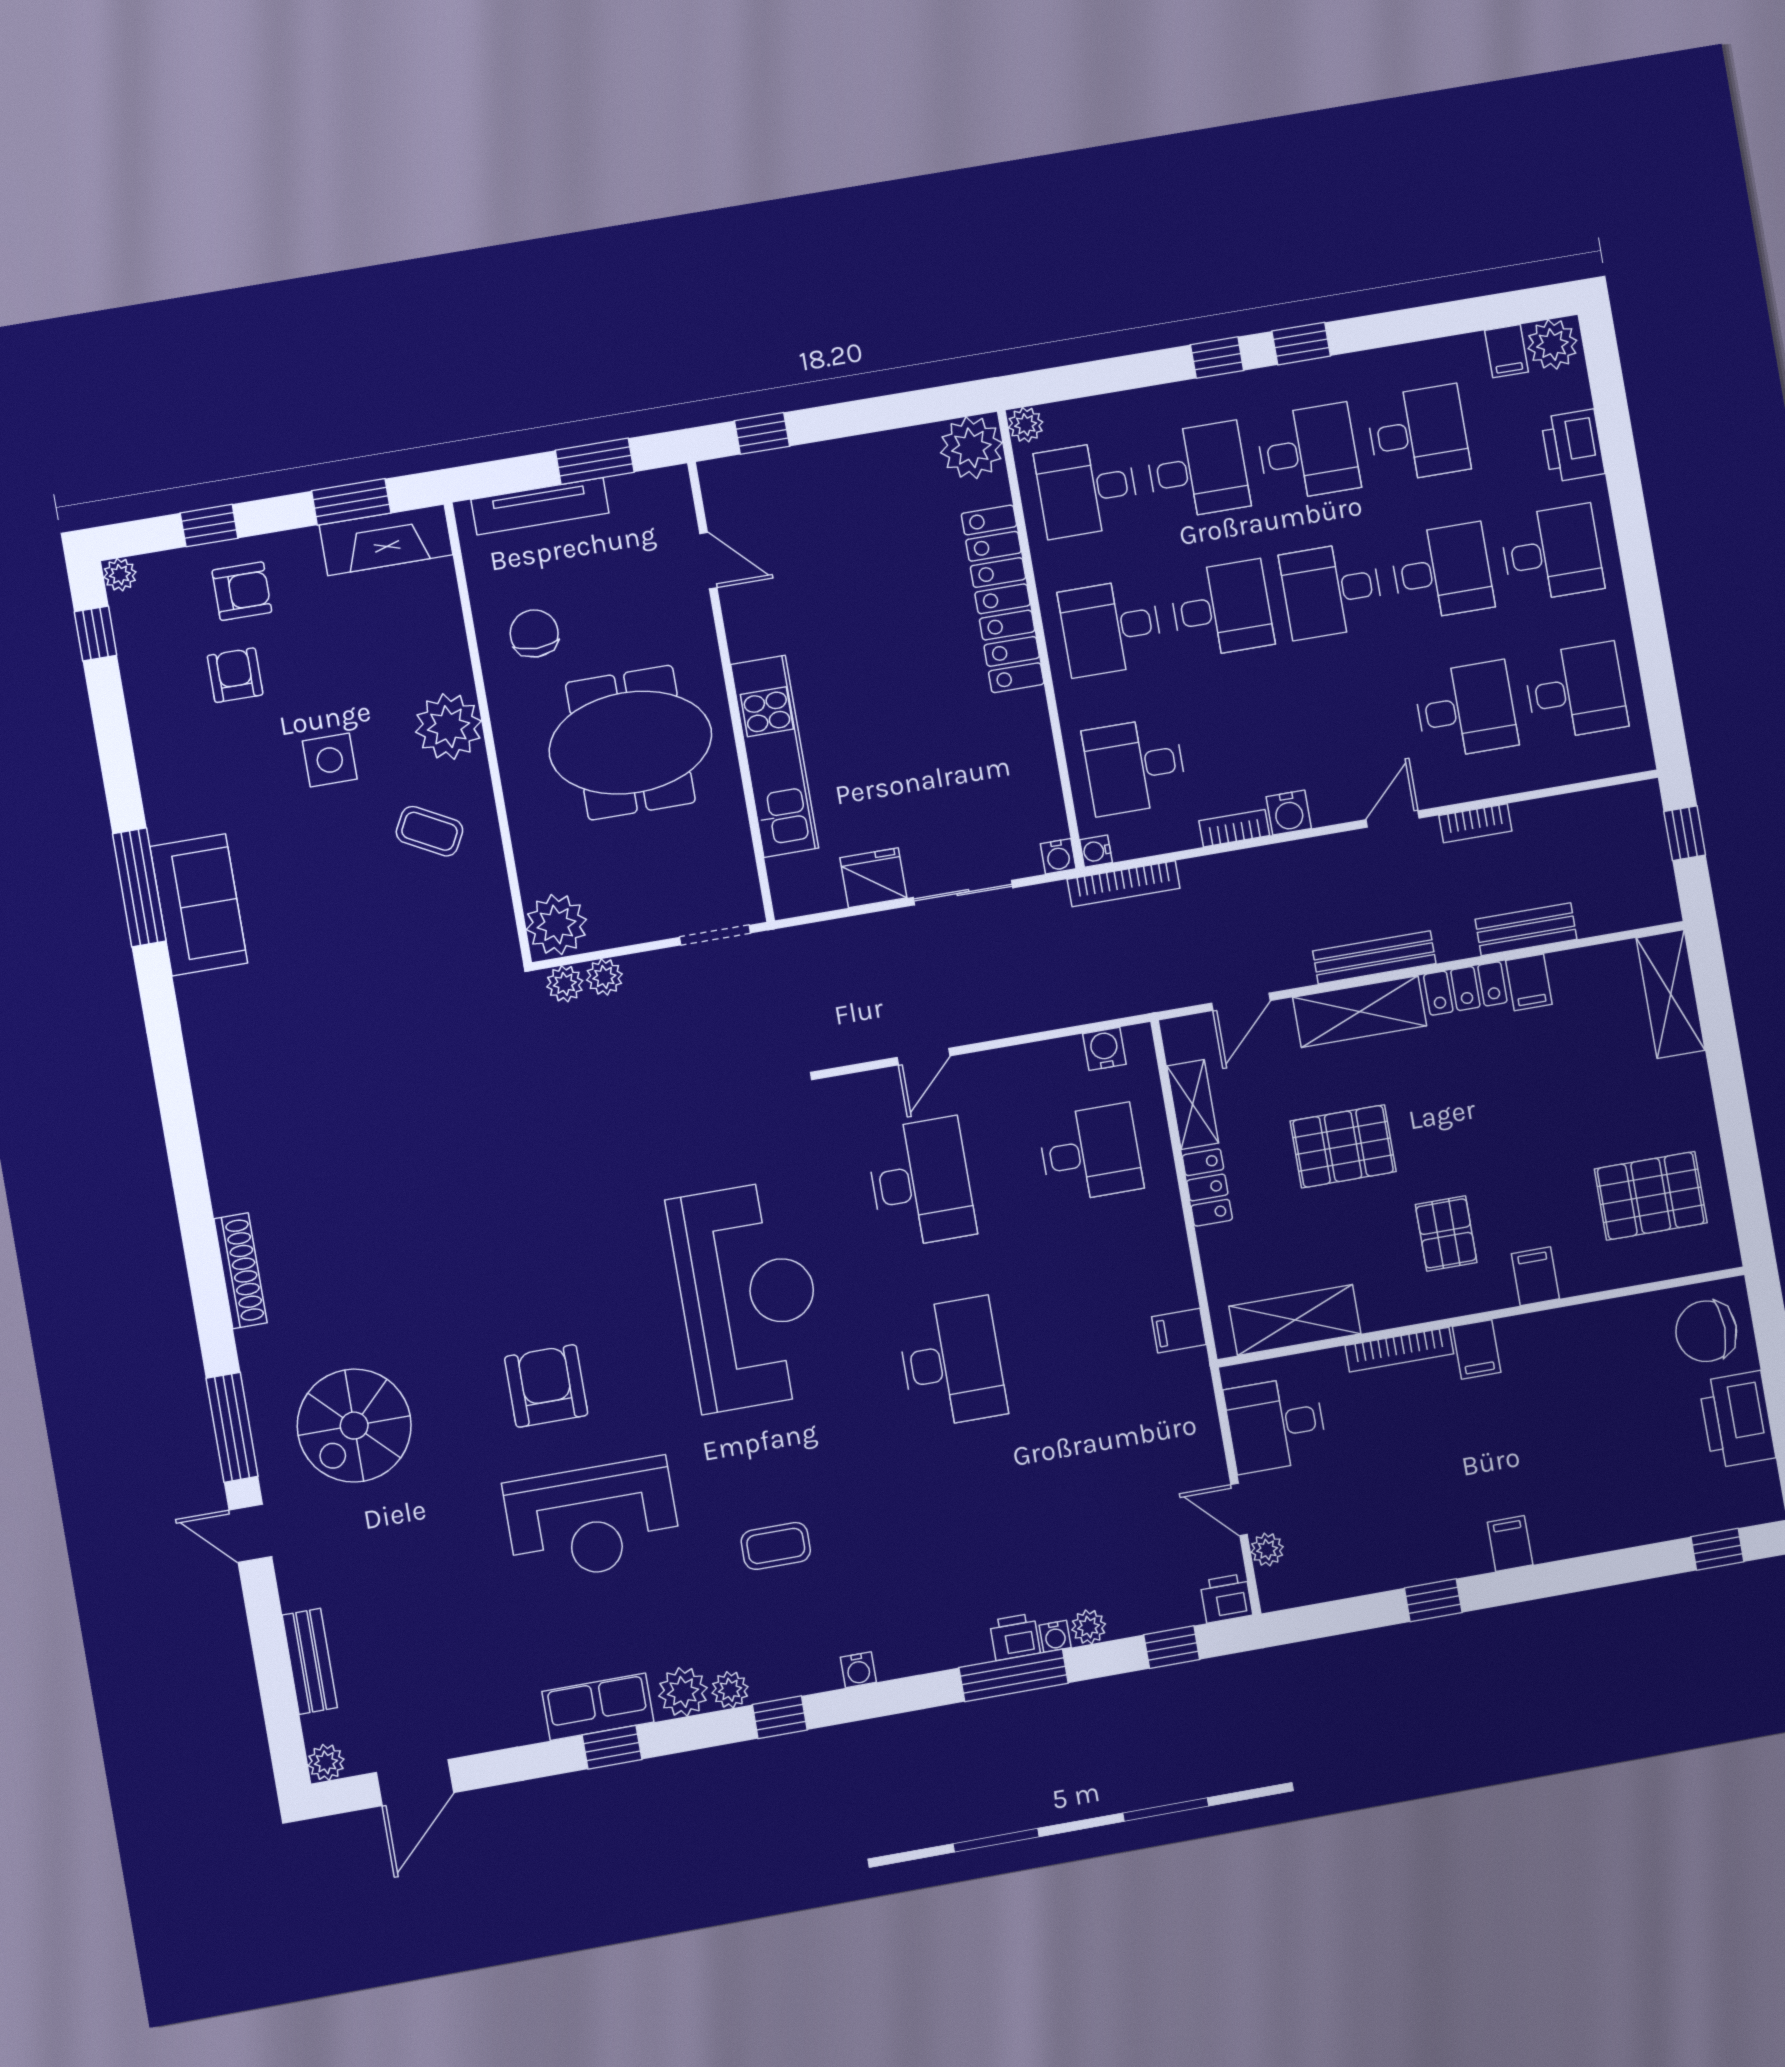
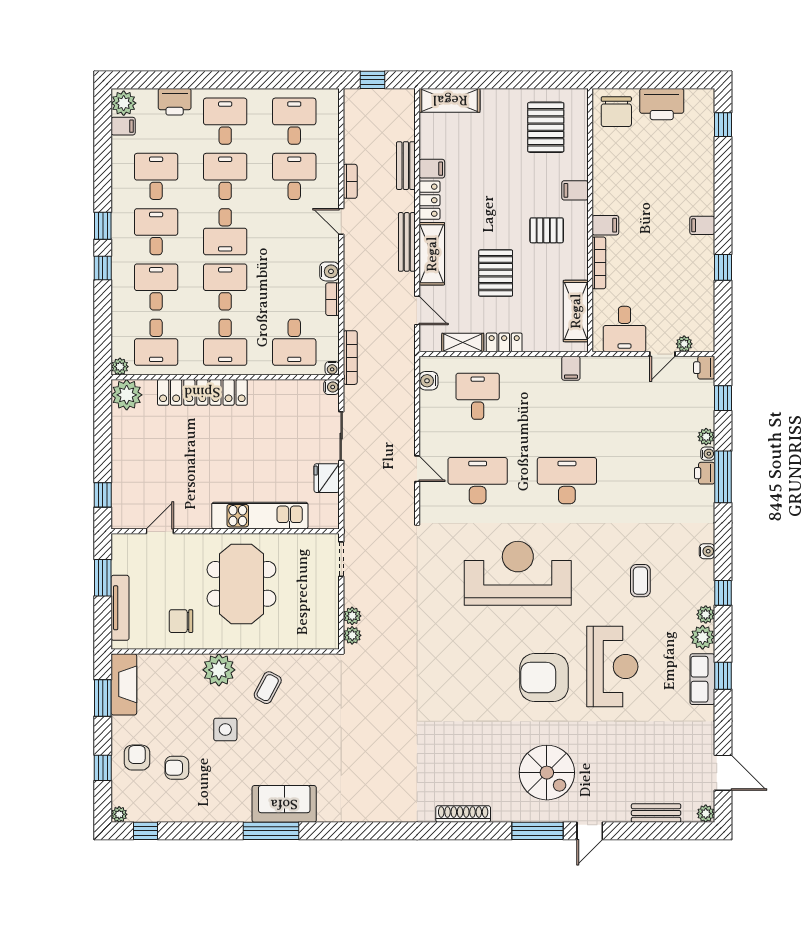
plant: (556, 925) -> (323, 634), removed
armchair: (546, 1386) -> (544, 678), width x1.36, depth x1.36

